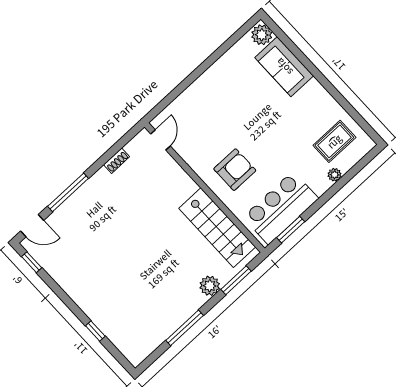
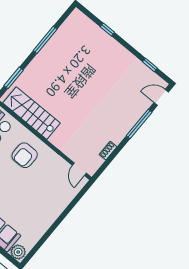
window: (32, 262) -> (150, 65), moved
plant: (210, 286) -> (31, 72), removed

